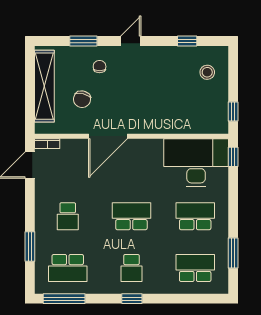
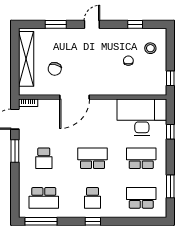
chair: (100, 67) -> (128, 61), moved
window: (233, 157) -> (170, 132), moved
window: (30, 246) -> (15, 151), moved

